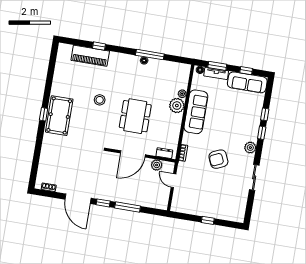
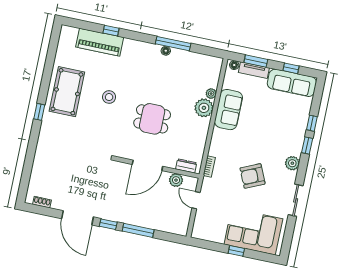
sofa: (196, 112) -> (229, 110), width x0.73
pool table: (59, 116) -> (67, 92), moved
dining table: (135, 116) -> (152, 119), width x0.73
corner sofa: (221, 204) -> (253, 232), added

